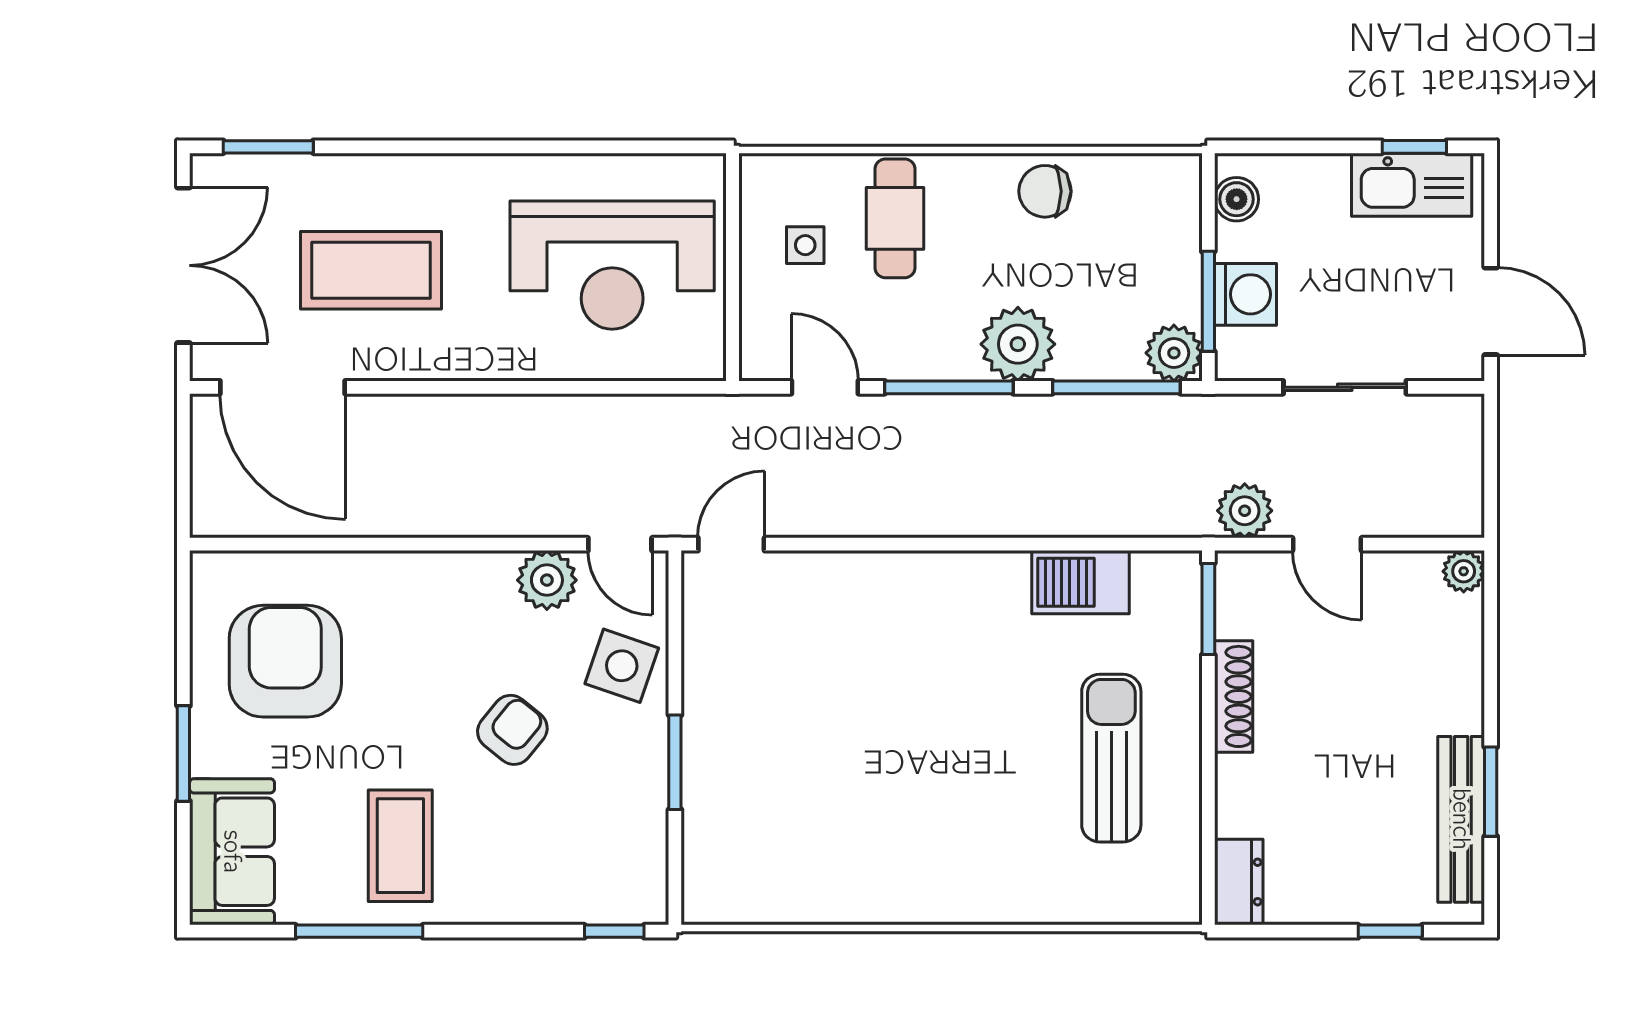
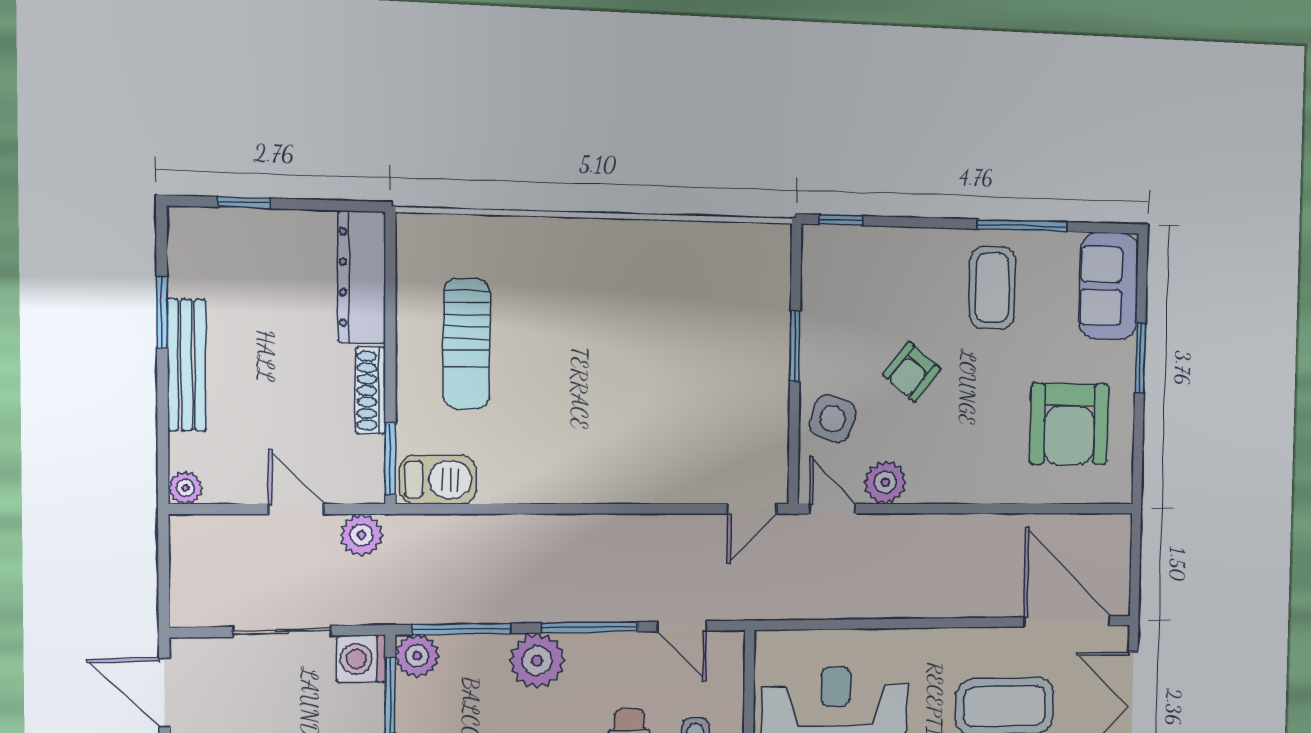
washing machine: (1246, 294) -> (361, 659), moved
barbecue: (1081, 582) -> (438, 480), moved
bench: (1461, 819) -> (187, 365), moved
dresser: (1239, 882) -> (362, 277), width x1.96, depth x1.24

